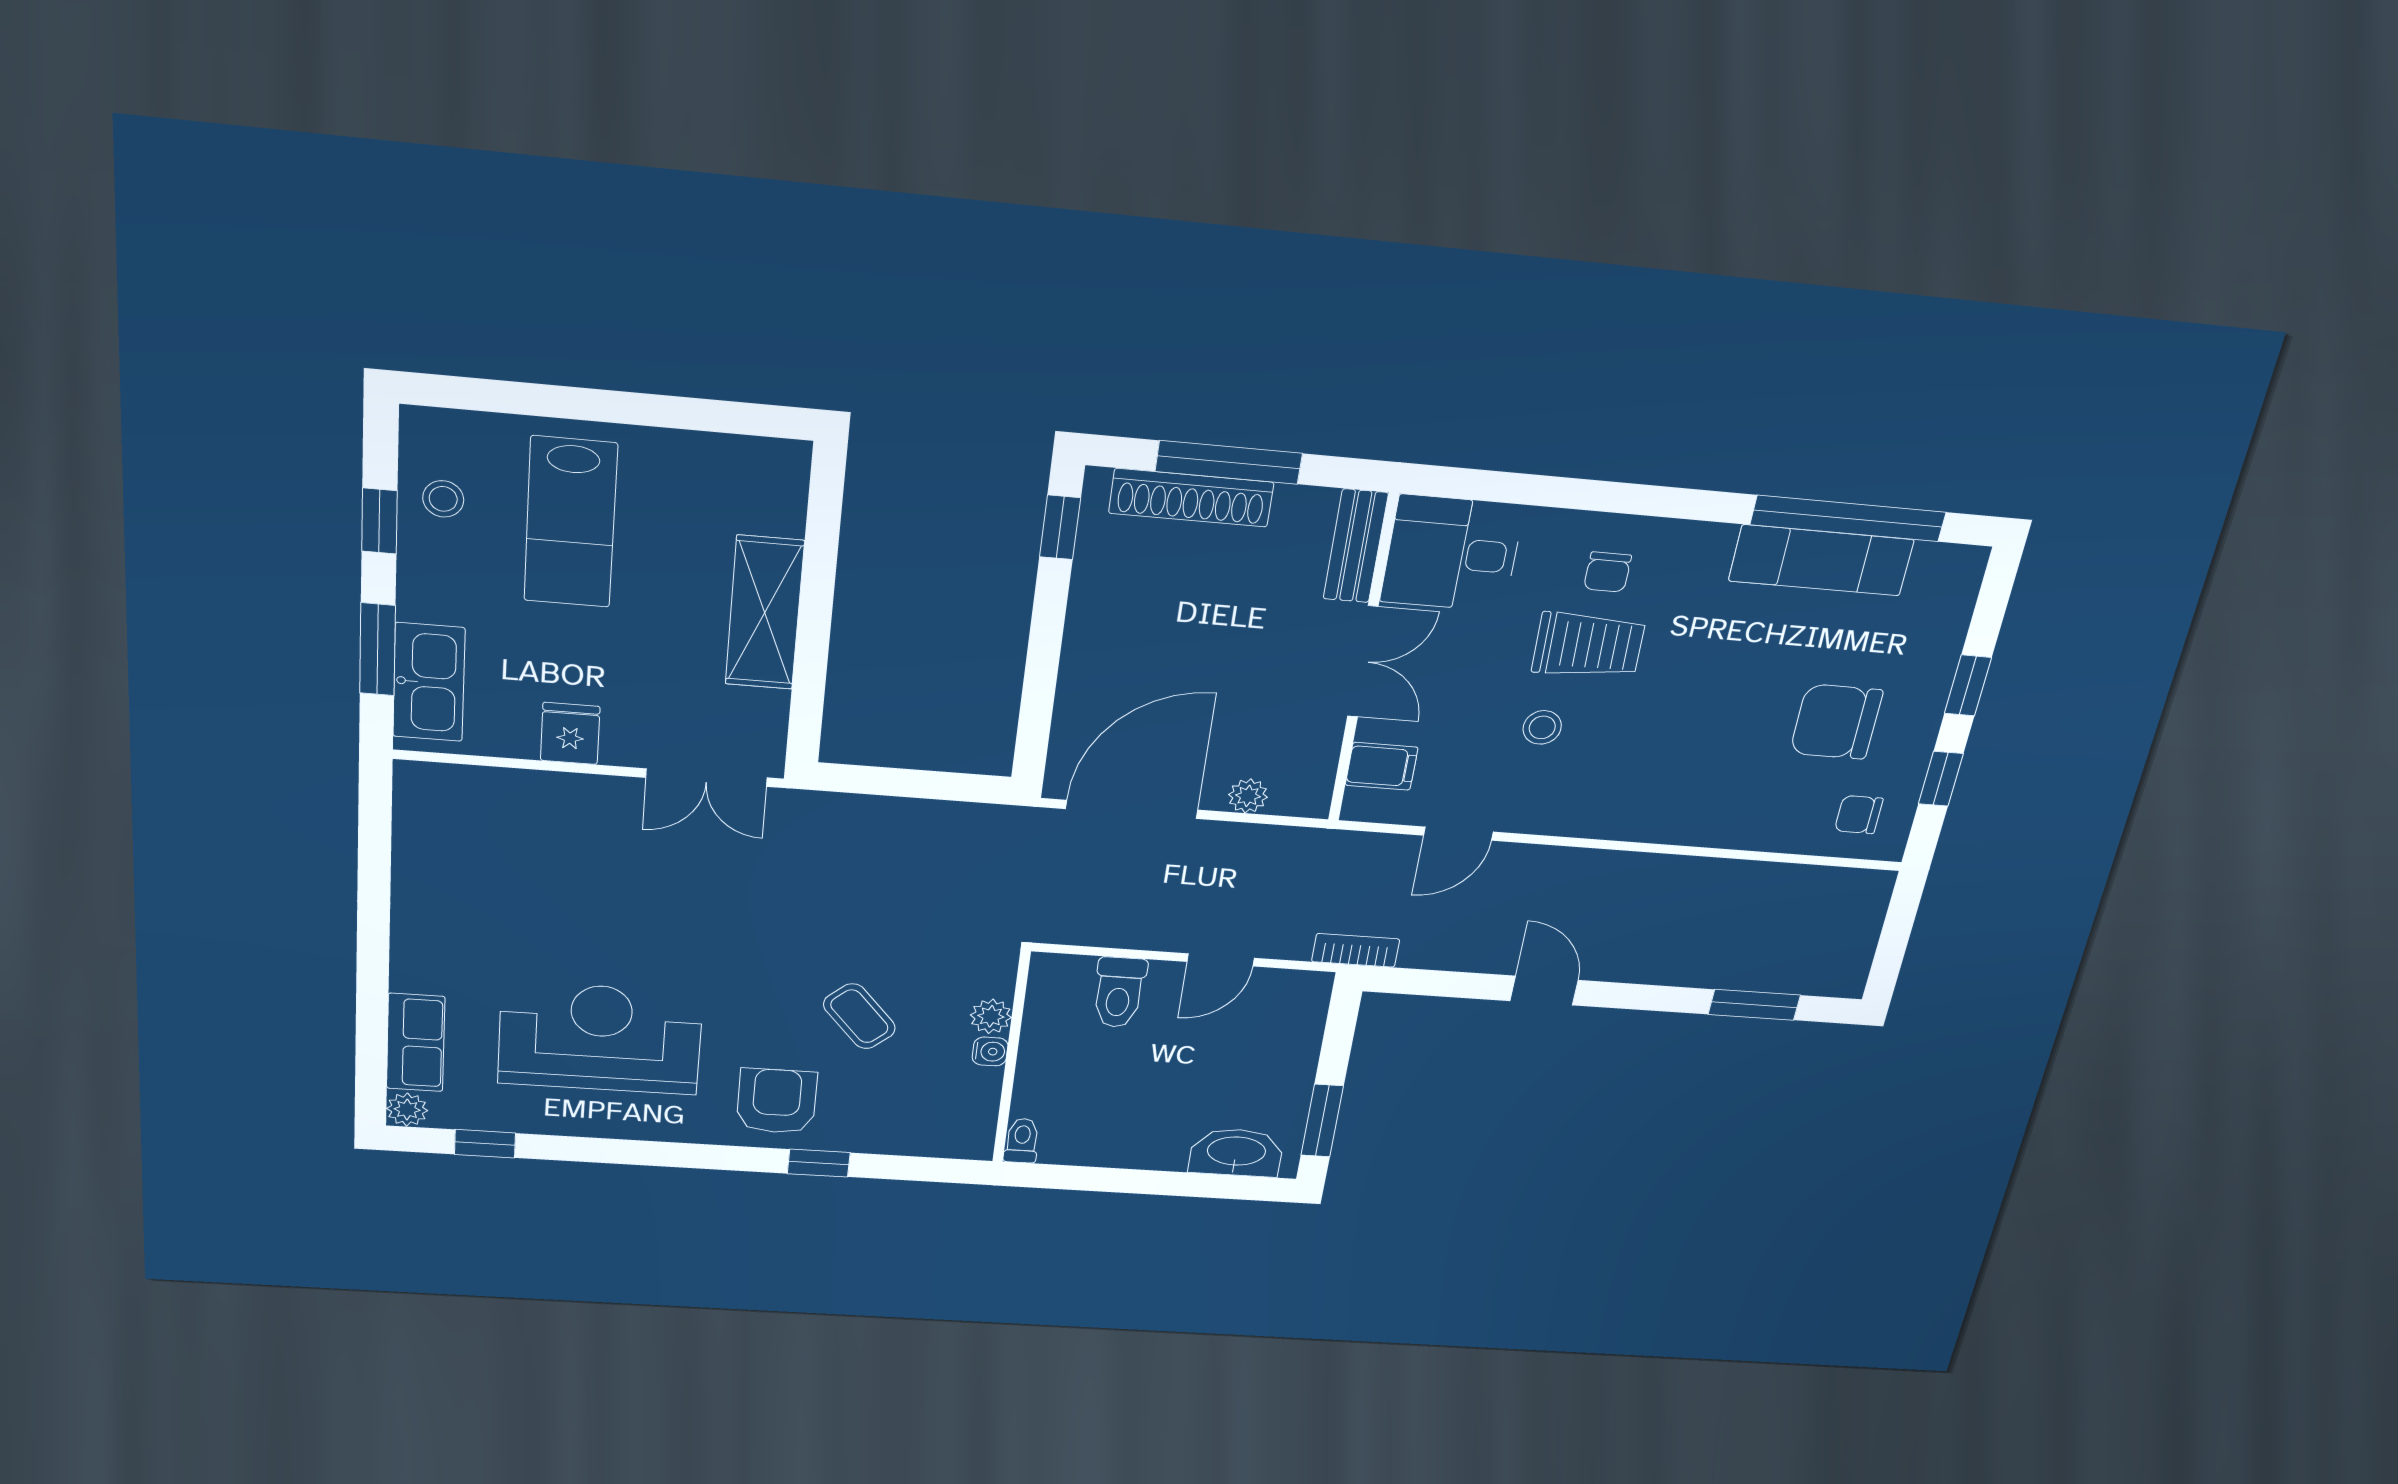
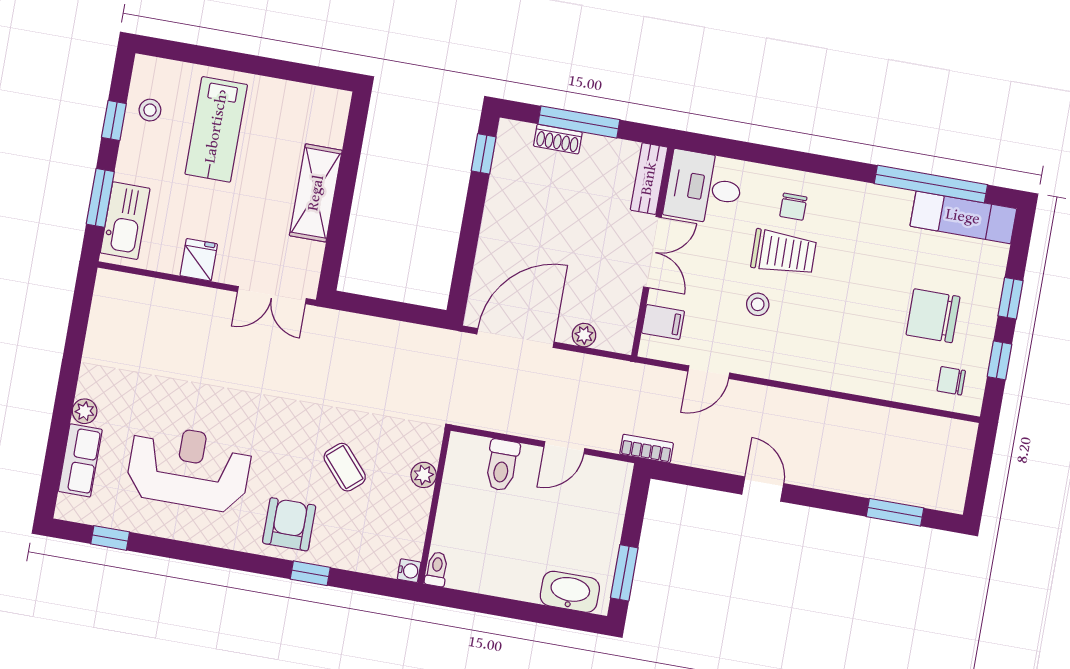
shoe rack: (1191, 498) -> (558, 139), width x0.51, depth x0.81
exam couch: (1821, 560) -> (963, 217), moved
water cooler: (990, 1051) -> (409, 571), moved
plant: (407, 1110) -> (85, 411), moved

